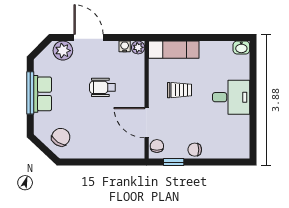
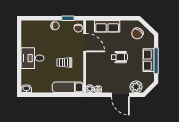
wheelchair: (103, 87) -> (119, 57), moved
row of seats: (110, 149) -> (107, 26), added

